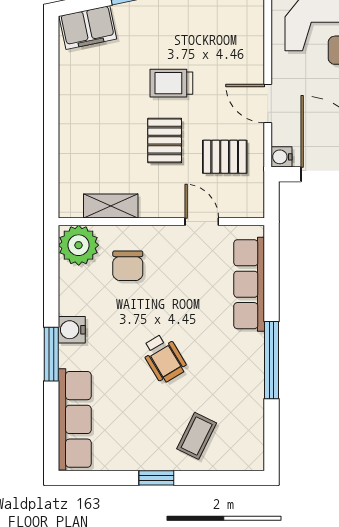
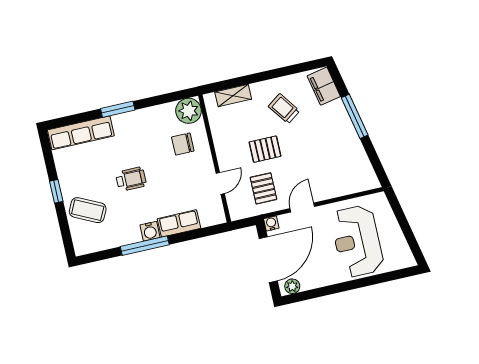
trolley: (171, 83) -> (284, 109), moved, turned -36
shelving: (111, 206) -> (233, 96), moved, turned 90
row of seats: (249, 284) -> (179, 223), width x0.68
water cooler: (72, 330) -> (150, 231), moved, turned 180
wheelchair: (164, 358) -> (131, 179), turned -149
coffee table: (197, 436) -> (88, 210), width x1.36, depth x1.30

